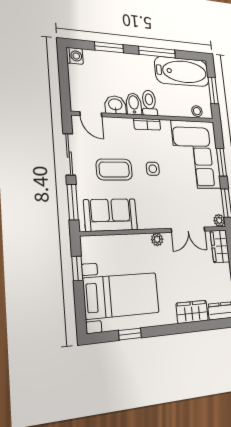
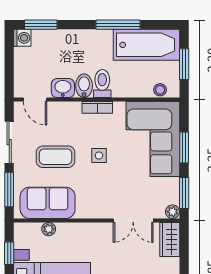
window: (109, 47) -> (41, 25), moved
plant: (157, 239) -> (49, 229), moved

